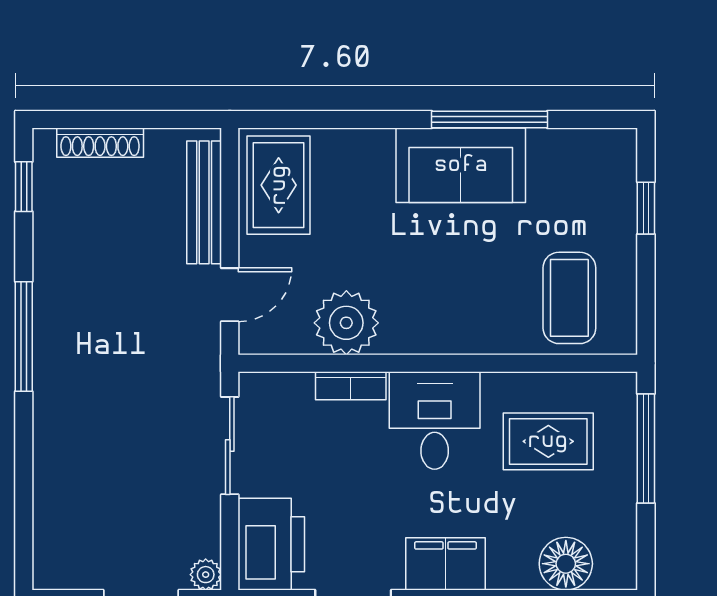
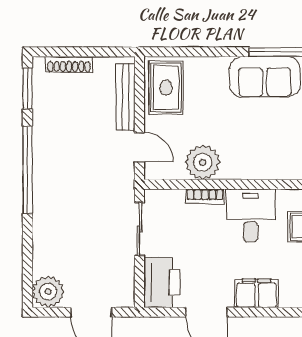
window: (24, 187) -> (28, 88), width x1.50
door: (230, 295) -> (139, 147), hinge flipped
window: (24, 337) -> (28, 170), width x1.46
plant: (206, 575) -> (48, 292), moved, width x1.87, depth x1.87

